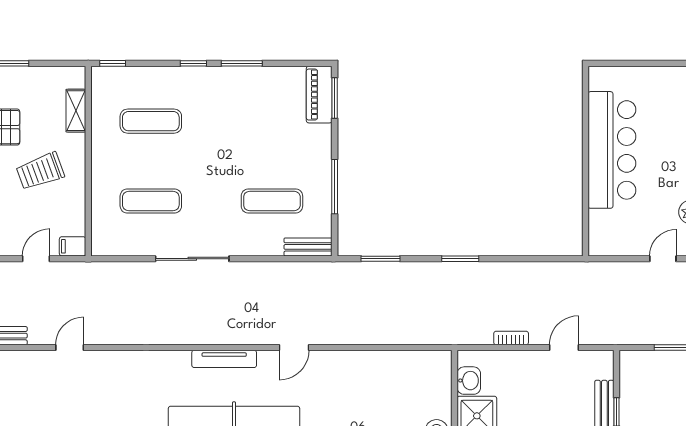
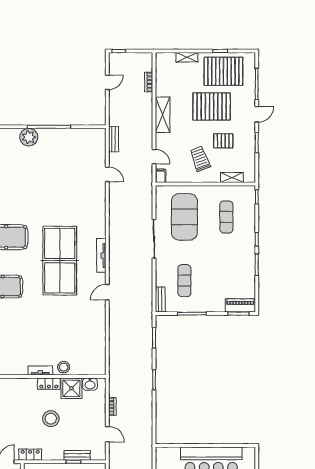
exercise mat: (151, 201) -> (184, 217), width x2.00, depth x1.45
door: (294, 348) -> (107, 292), hinge flipped

